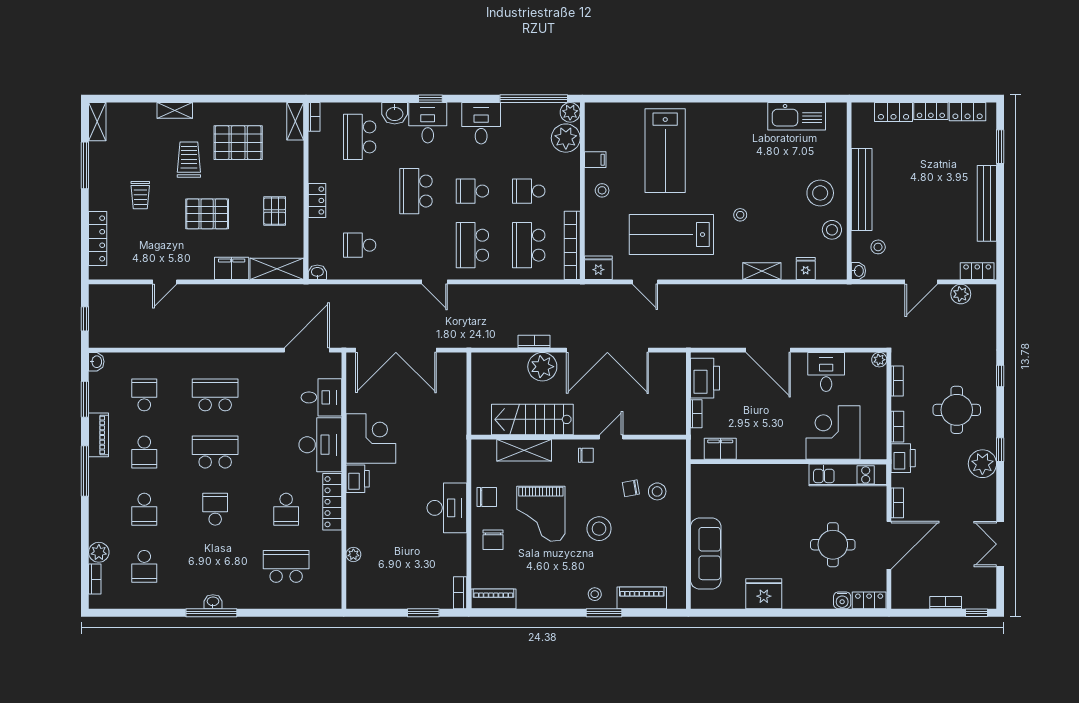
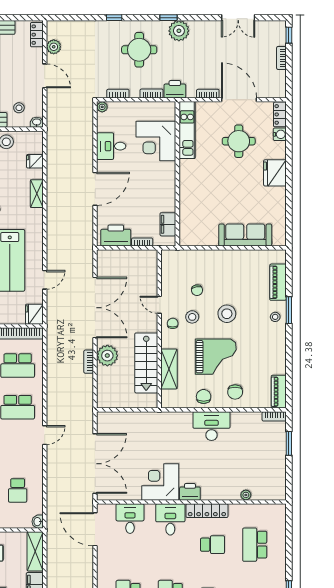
desk: (320, 445) -> (170, 519), width x0.73
stool: (657, 491) -> (192, 317), moved
chair: (493, 540) -> (235, 392), turned 90
fridge: (764, 594) -> (275, 173), moved

